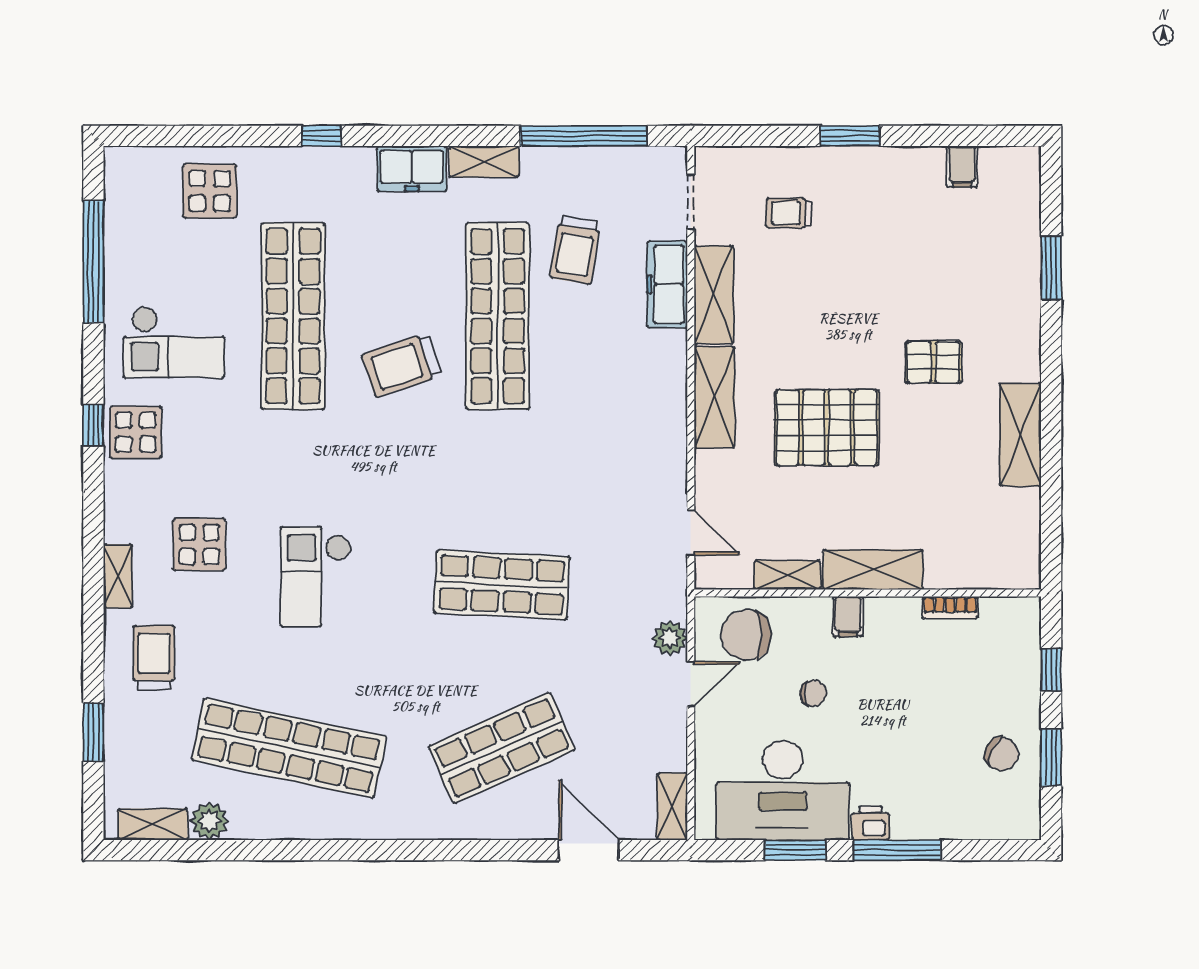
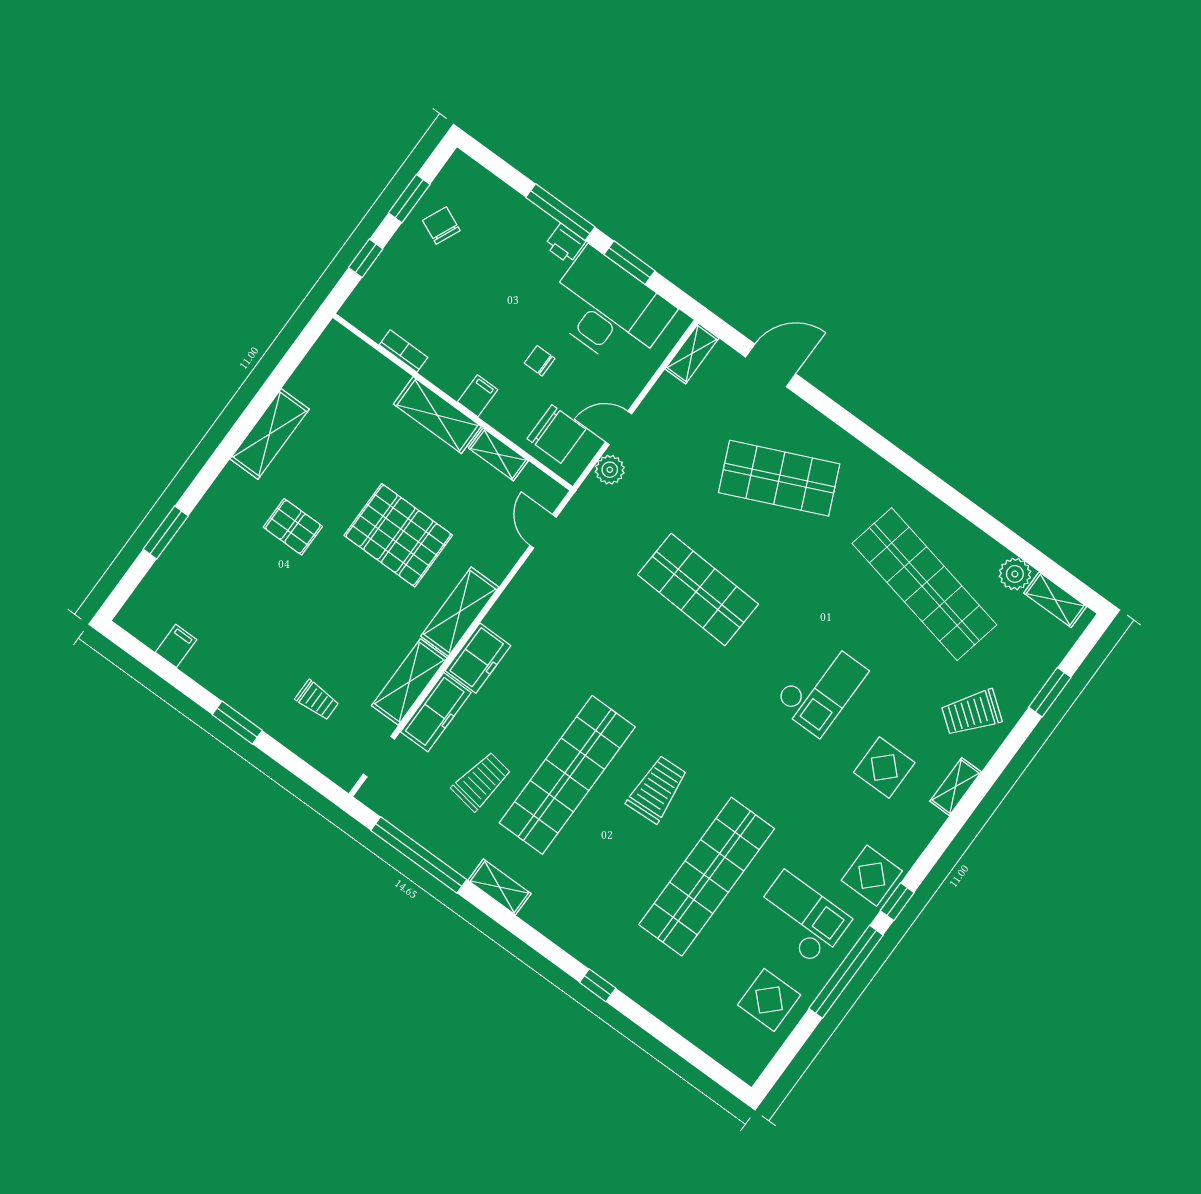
freezer: (412, 169) -> (478, 658), moved, turned 90
display table: (210, 191) -> (769, 1000), moved
window: (93, 262) -> (846, 972), moved
trolley: (402, 365) -> (657, 789), turned -75
trolley: (154, 658) -> (972, 713), turned 37
door: (589, 850) -> (771, 365), swing flipped

